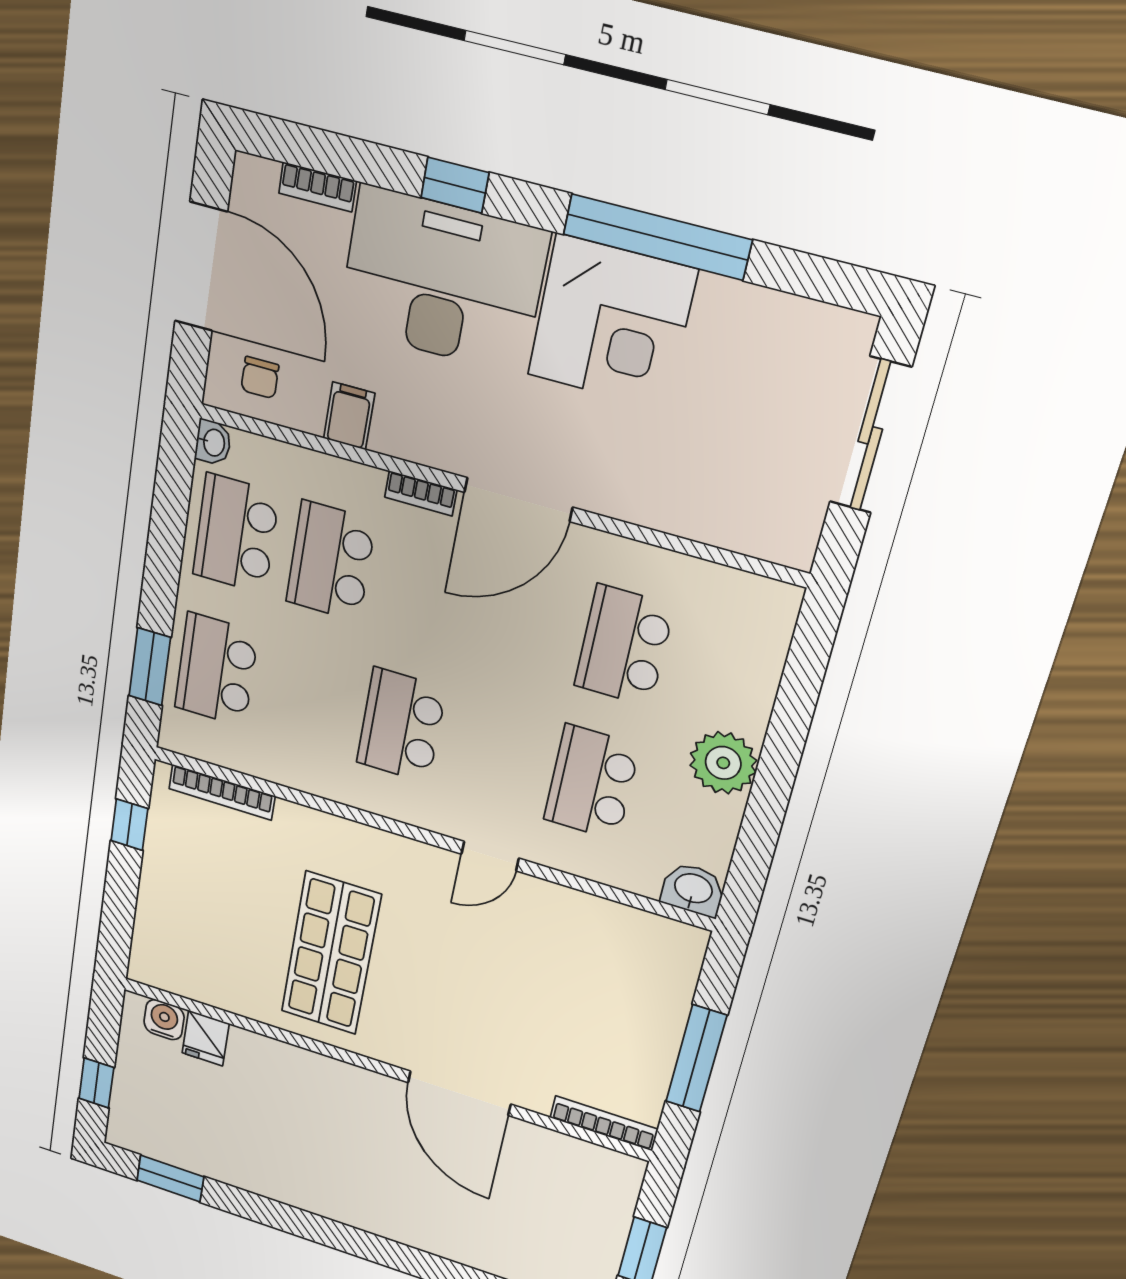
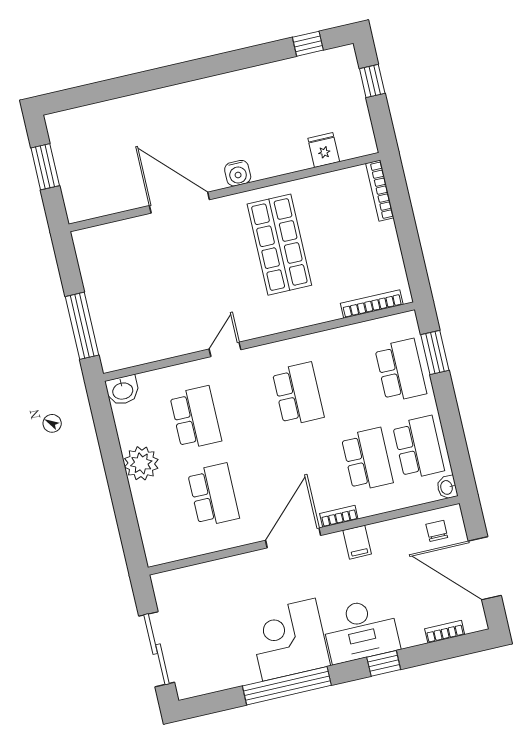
desk: (442, 280) -> (361, 630), width x0.73, depth x0.77
filing cabinet: (349, 416) -> (357, 542), moved
window: (129, 825) -> (413, 256), removed
water cooler: (164, 1020) -> (238, 173), moved
window: (696, 1059) -> (82, 326), moved
bookcase: (604, 1123) -> (380, 191), moved, turned 90
window: (170, 1179) -> (308, 44), width x0.67

